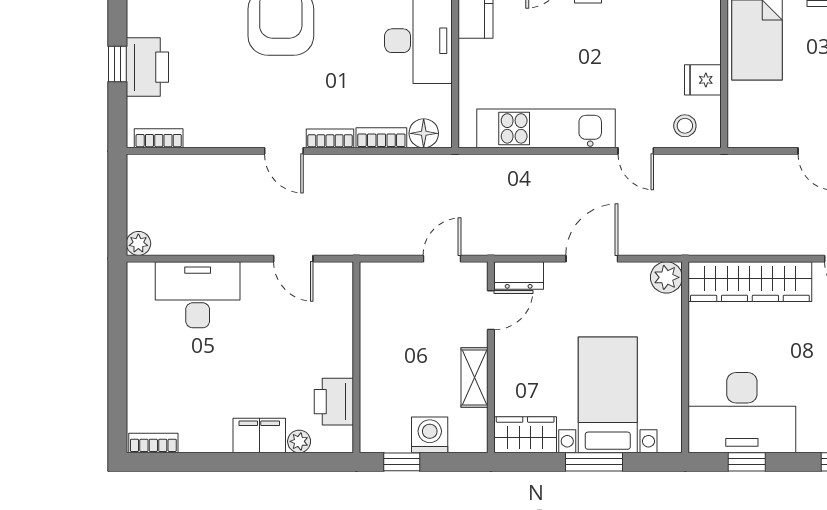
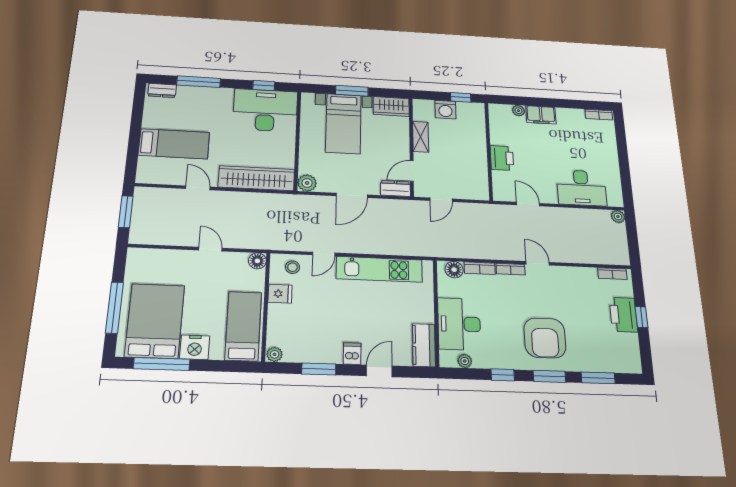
floor lamp: (741, 134) -> (257, 261), added
door: (636, 151) -> (324, 254), swing flipped
printer: (334, 402) -> (502, 158), moved

